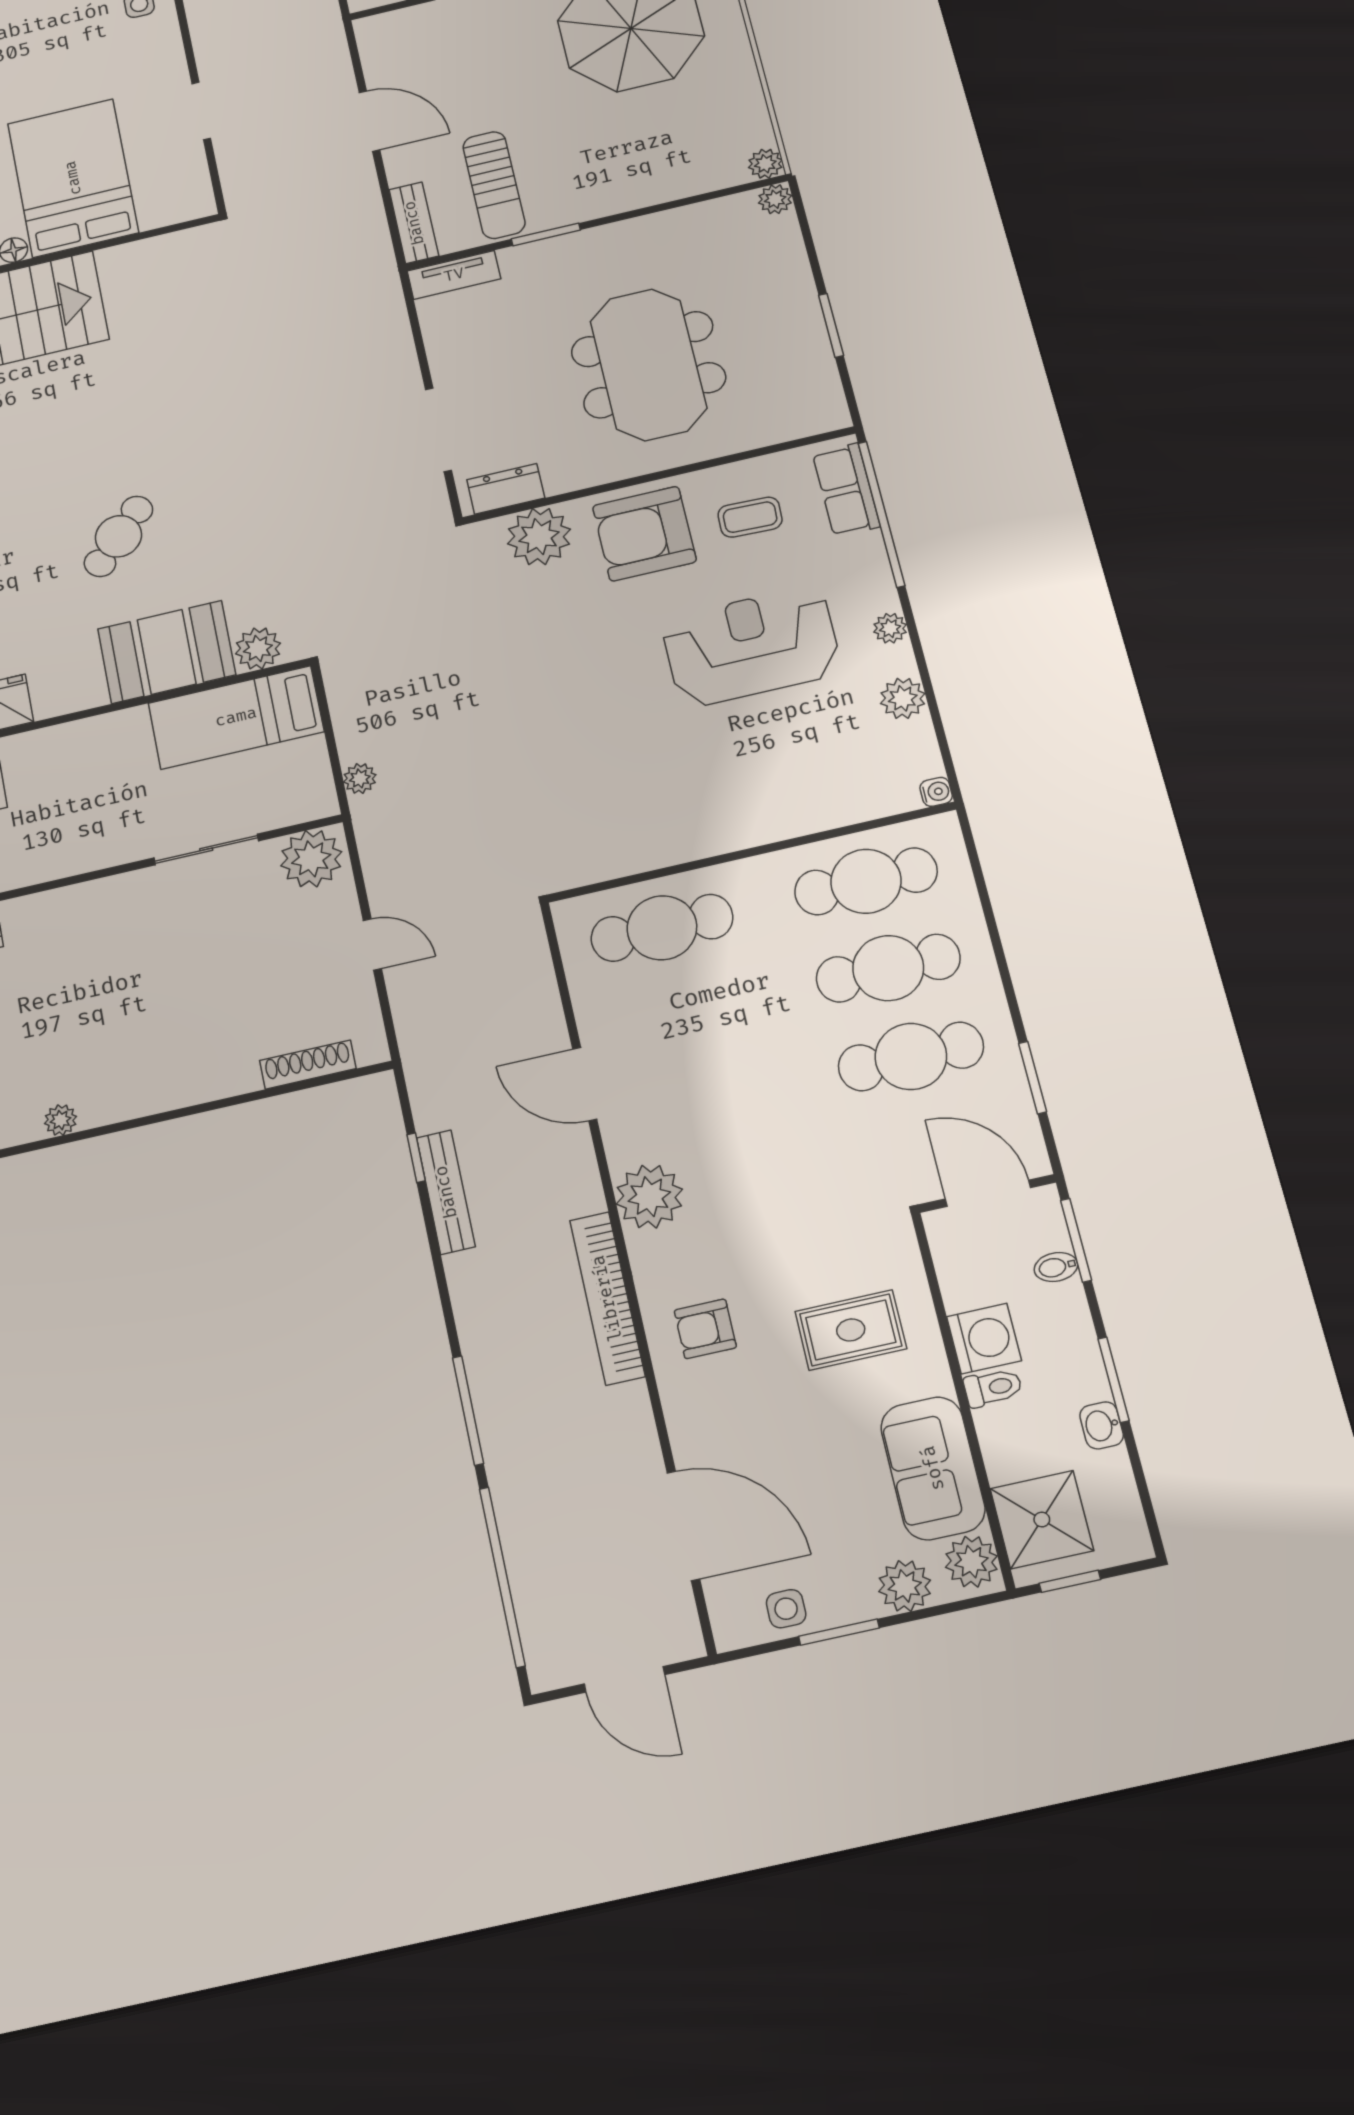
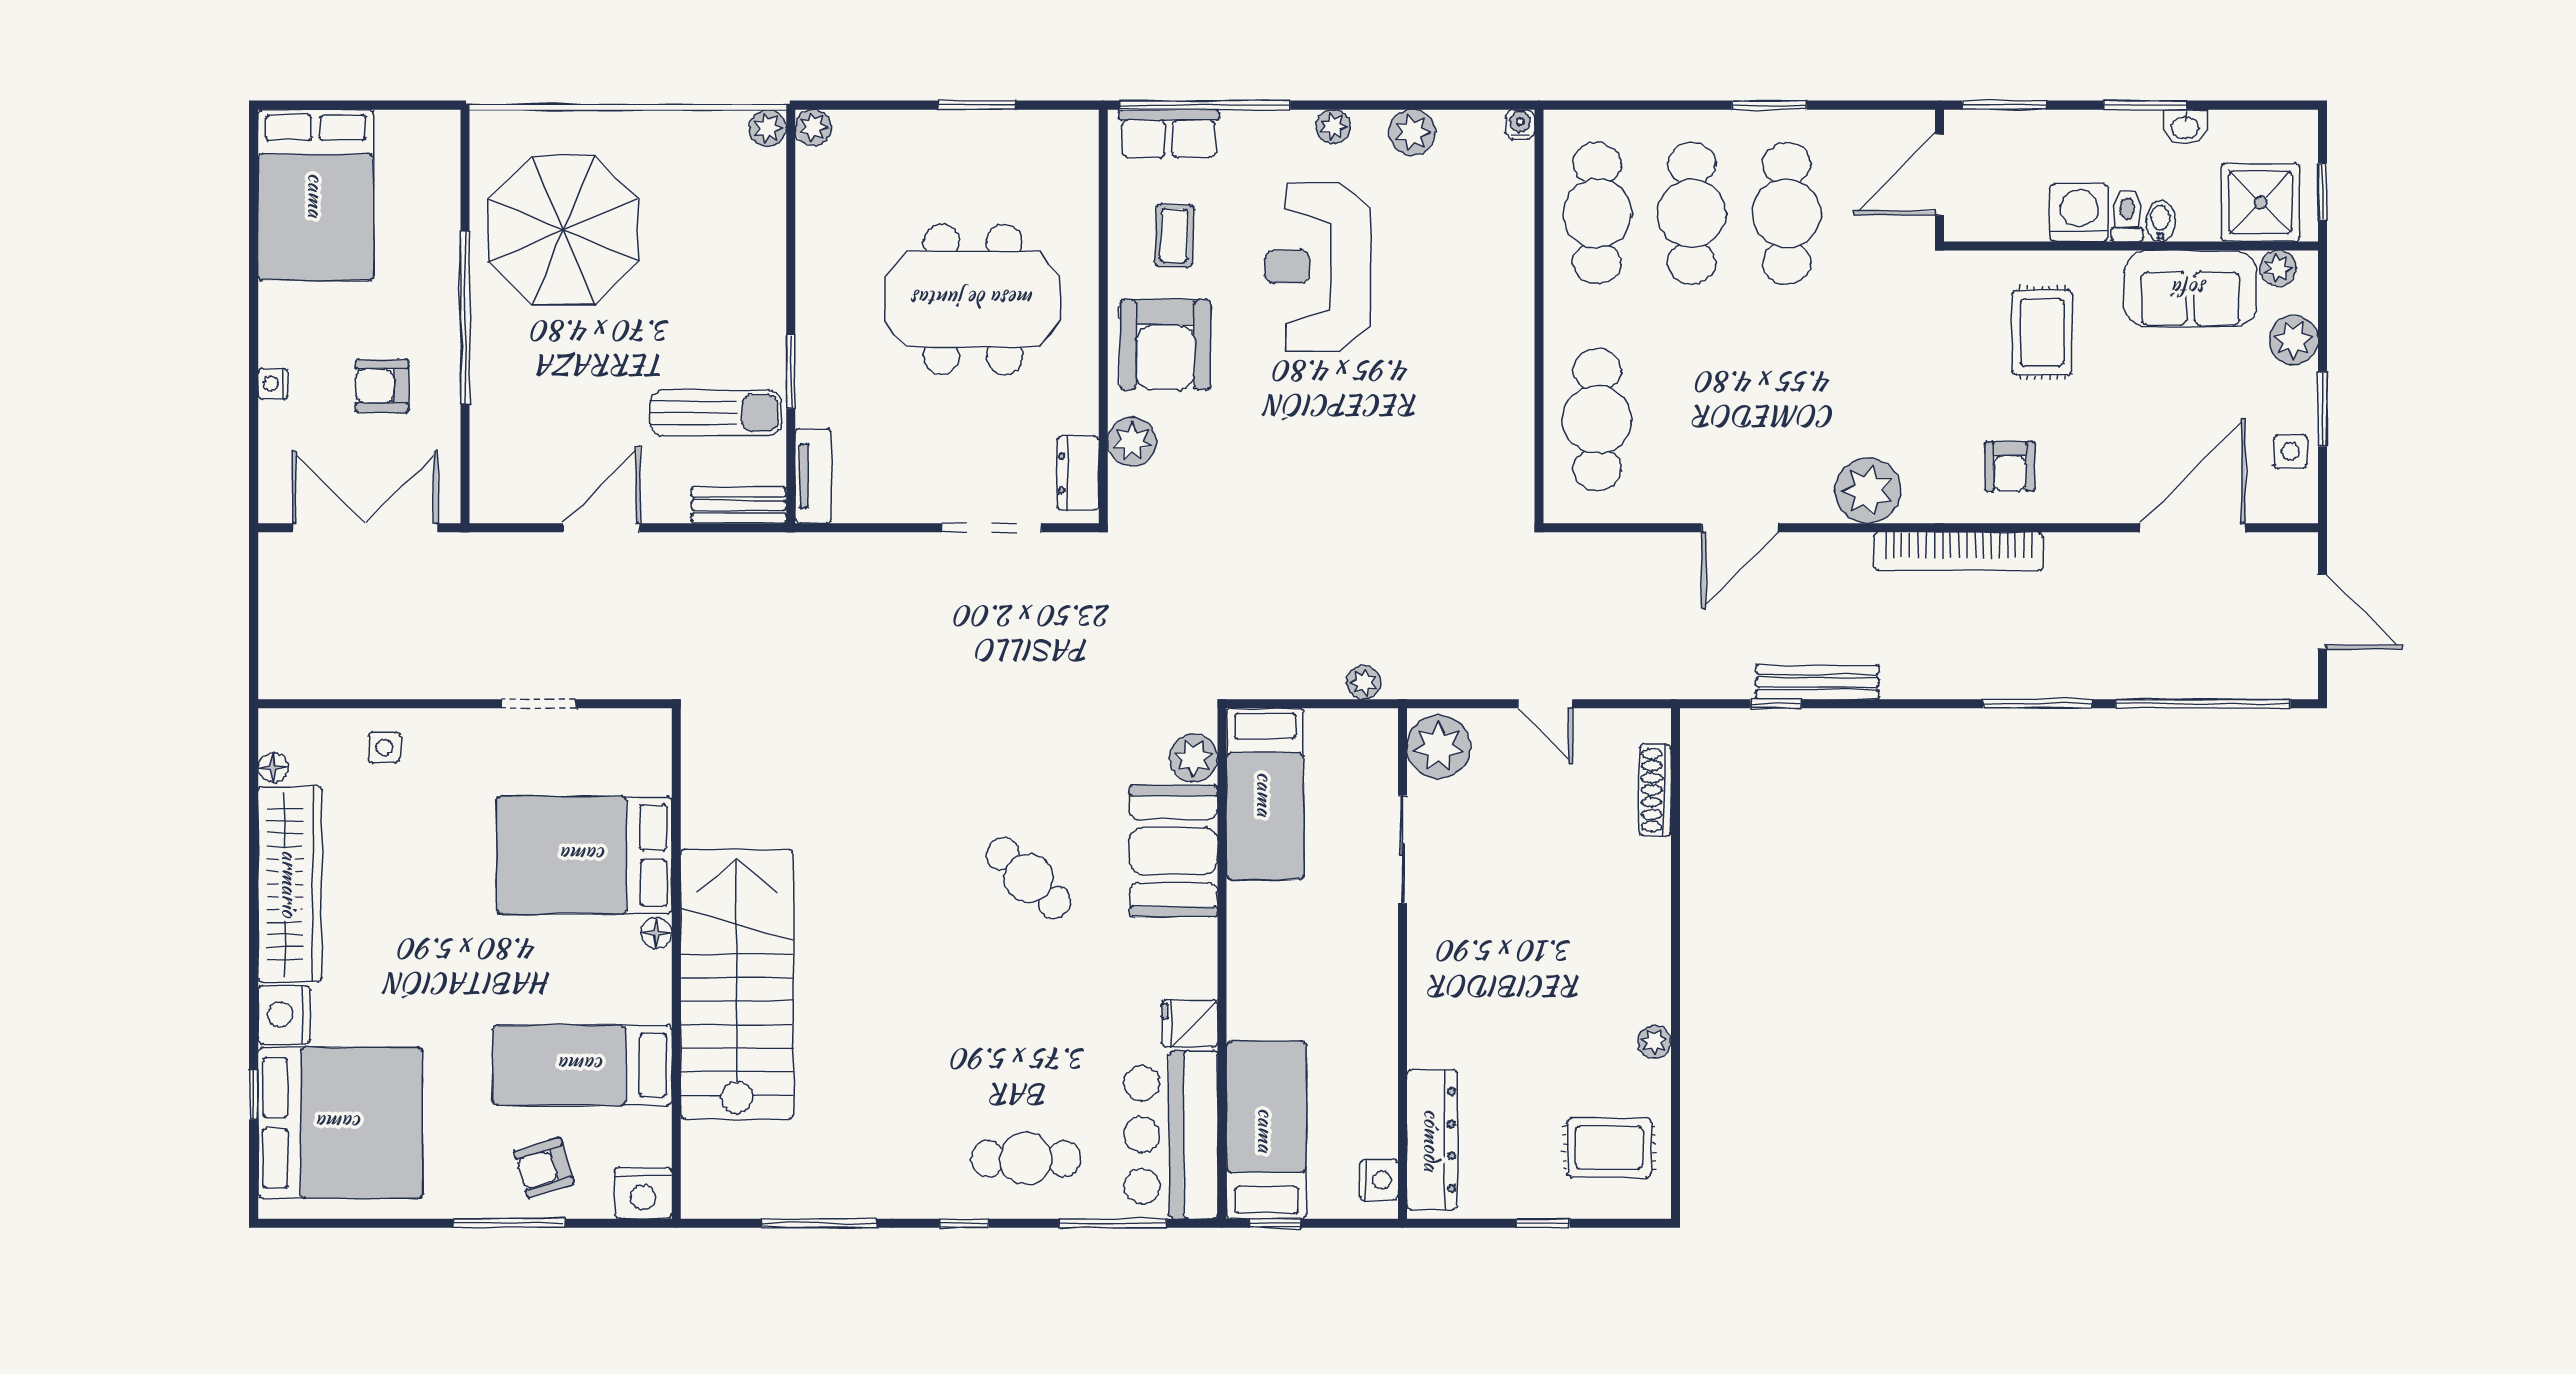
plant: (539, 537) -> (1132, 442), width x0.73, depth x0.73
door: (372, 944) -> (1545, 704), swing flipped
window: (1033, 1078) -> (1769, 105), moved
bidet: (1056, 1267) -> (2161, 221), moved, turned 180
plant: (971, 1562) -> (2278, 268), width x0.73, depth x0.73
door: (624, 1679) -> (2322, 612), hinge flipped

